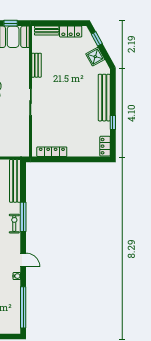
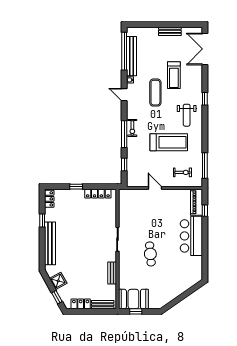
window: (76, 159) -> (76, 187), added
bench: (15, 181) -> (132, 56), moved
window: (23, 184) -> (124, 165), added

